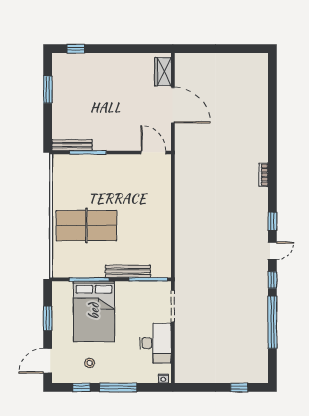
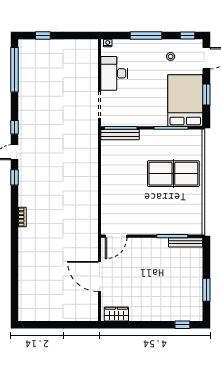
wardrobe: (163, 72) -> (116, 314), moved, turned -90
door: (153, 152) -> (116, 236), hinge flipped
bench: (128, 271) -> (120, 135), moved
bed: (94, 311) -> (185, 100), moved
window: (272, 322) -> (15, 70), moved
window: (82, 387) -> (188, 36), moved

